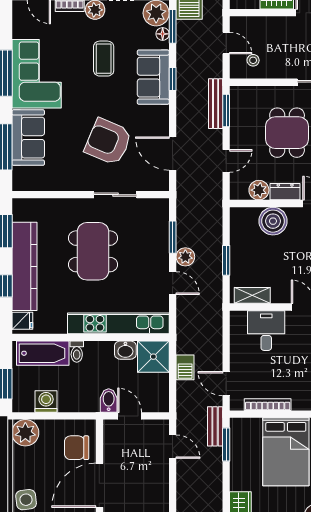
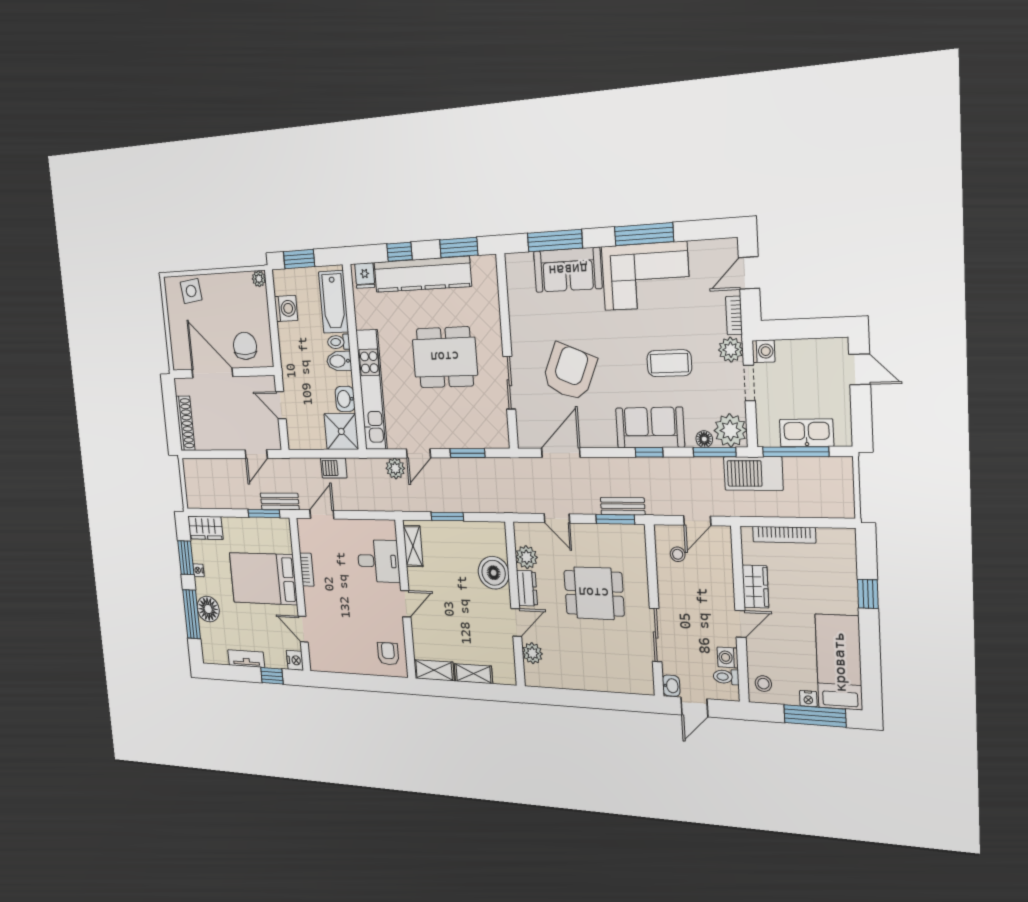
bench: (216, 104) -> (623, 506), width x0.73
plant: (185, 257) -> (395, 468), moved
bidet: (109, 400) -> (339, 361), moved, turned 180
bookcase: (268, 405) -> (307, 570), width x0.64
door: (130, 416) -> (281, 405), swing flipped
plant: (25, 433) -> (259, 279), width x0.53, depth x0.53

